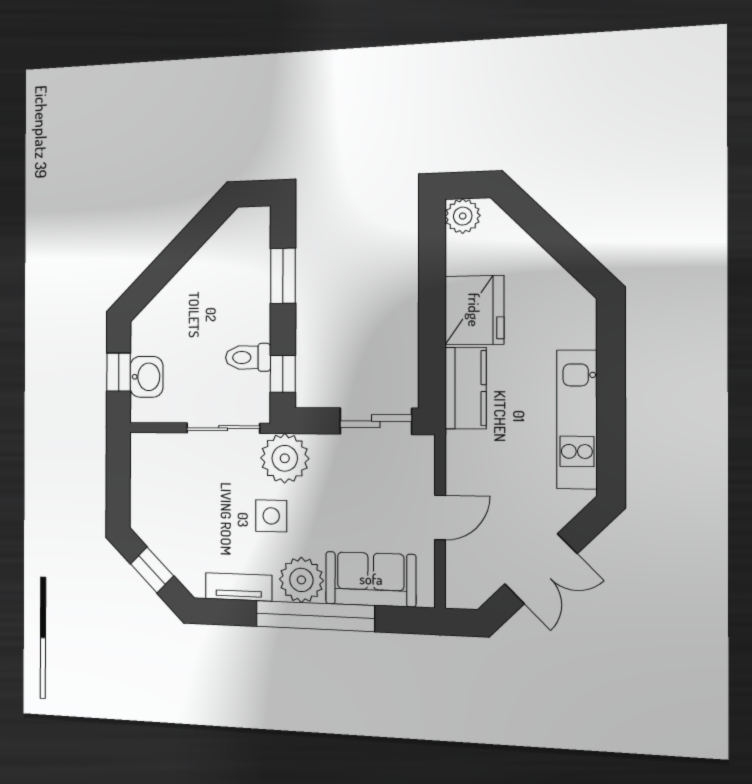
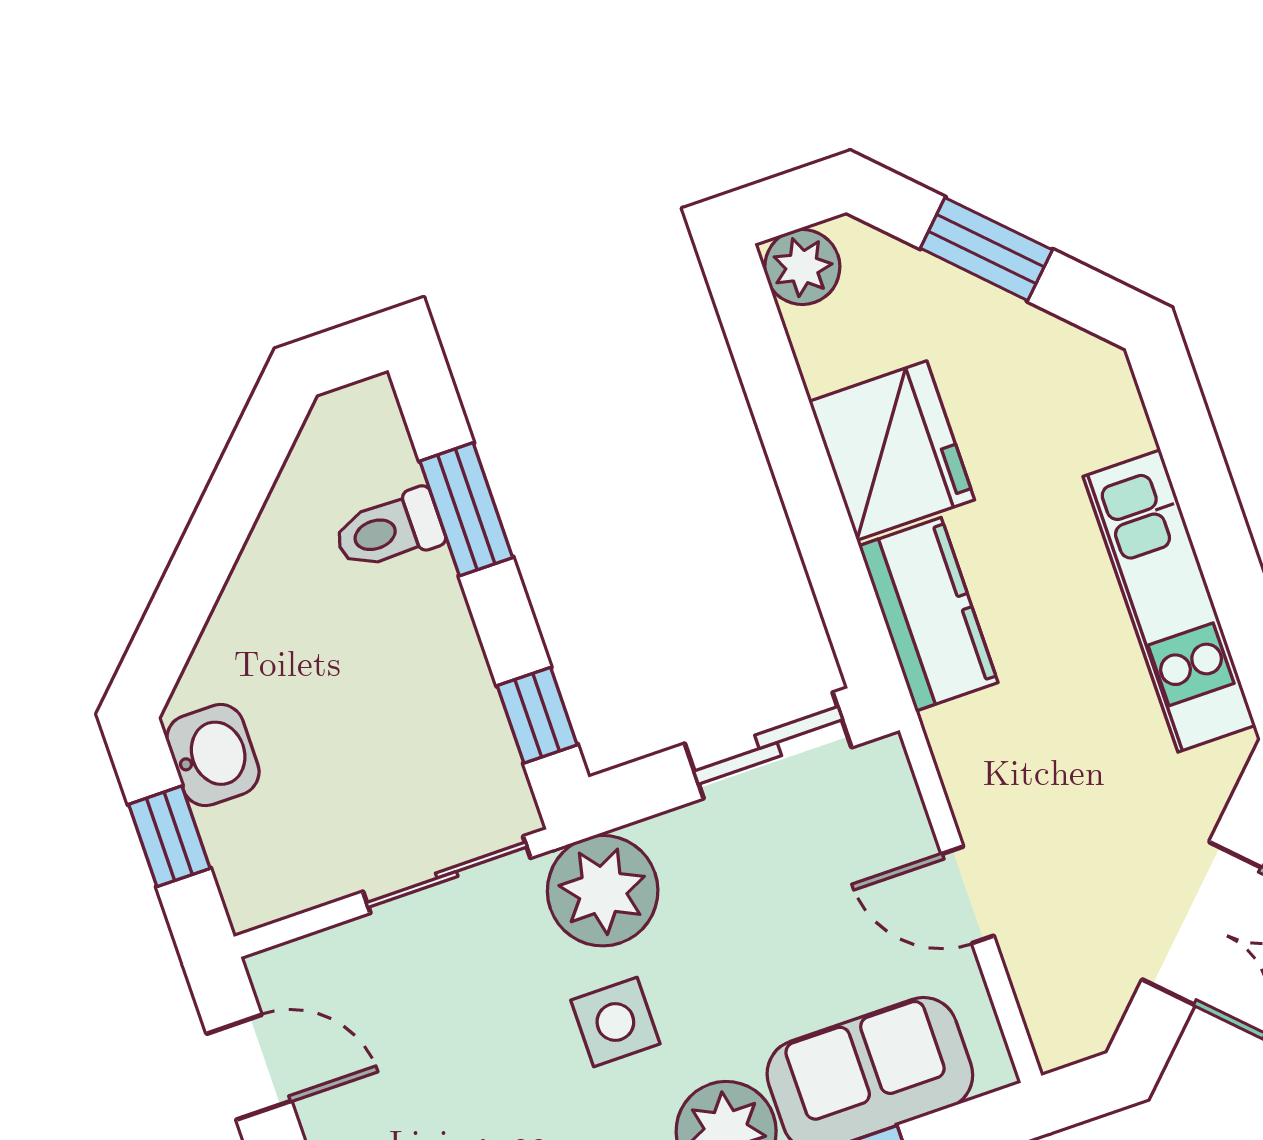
window: (548, 234) -> (986, 249), added
toilet: (248, 357) -> (389, 530), moved
washbasin: (146, 377) -> (213, 755), moved
door: (118, 479) -> (249, 1067), added
door: (440, 517) -> (968, 895), swing flipped

